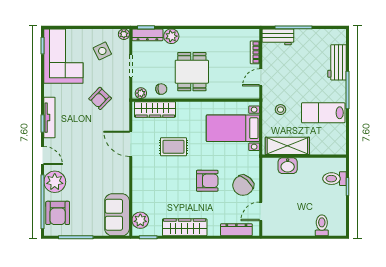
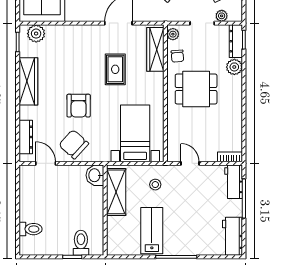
plant: (124, 34) -> (222, 16), moved
bookcase: (255, 52) -> (230, 157), moved
workbench: (337, 62) -> (232, 236), moved, turned -90
washbasin: (288, 166) -> (95, 175), moved

